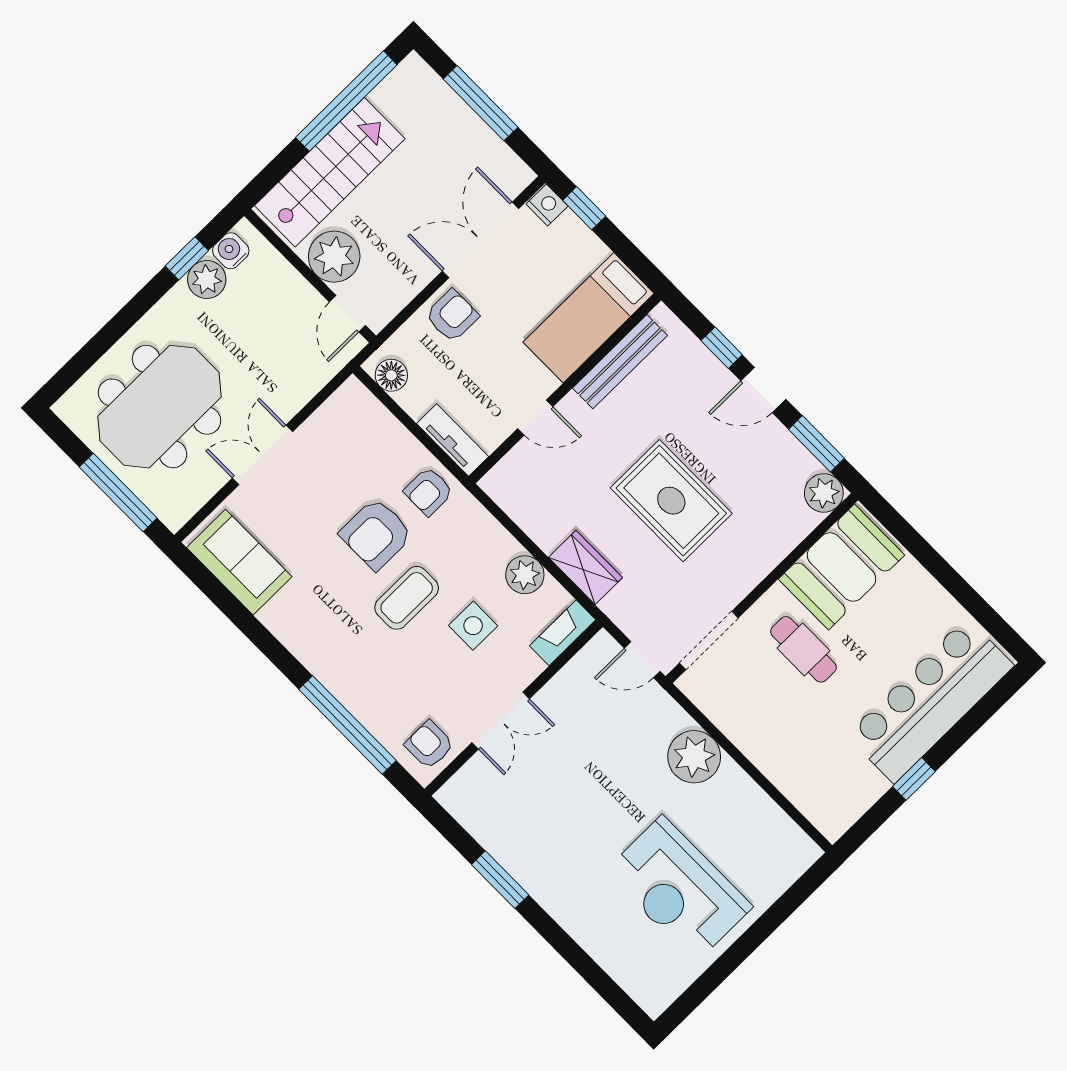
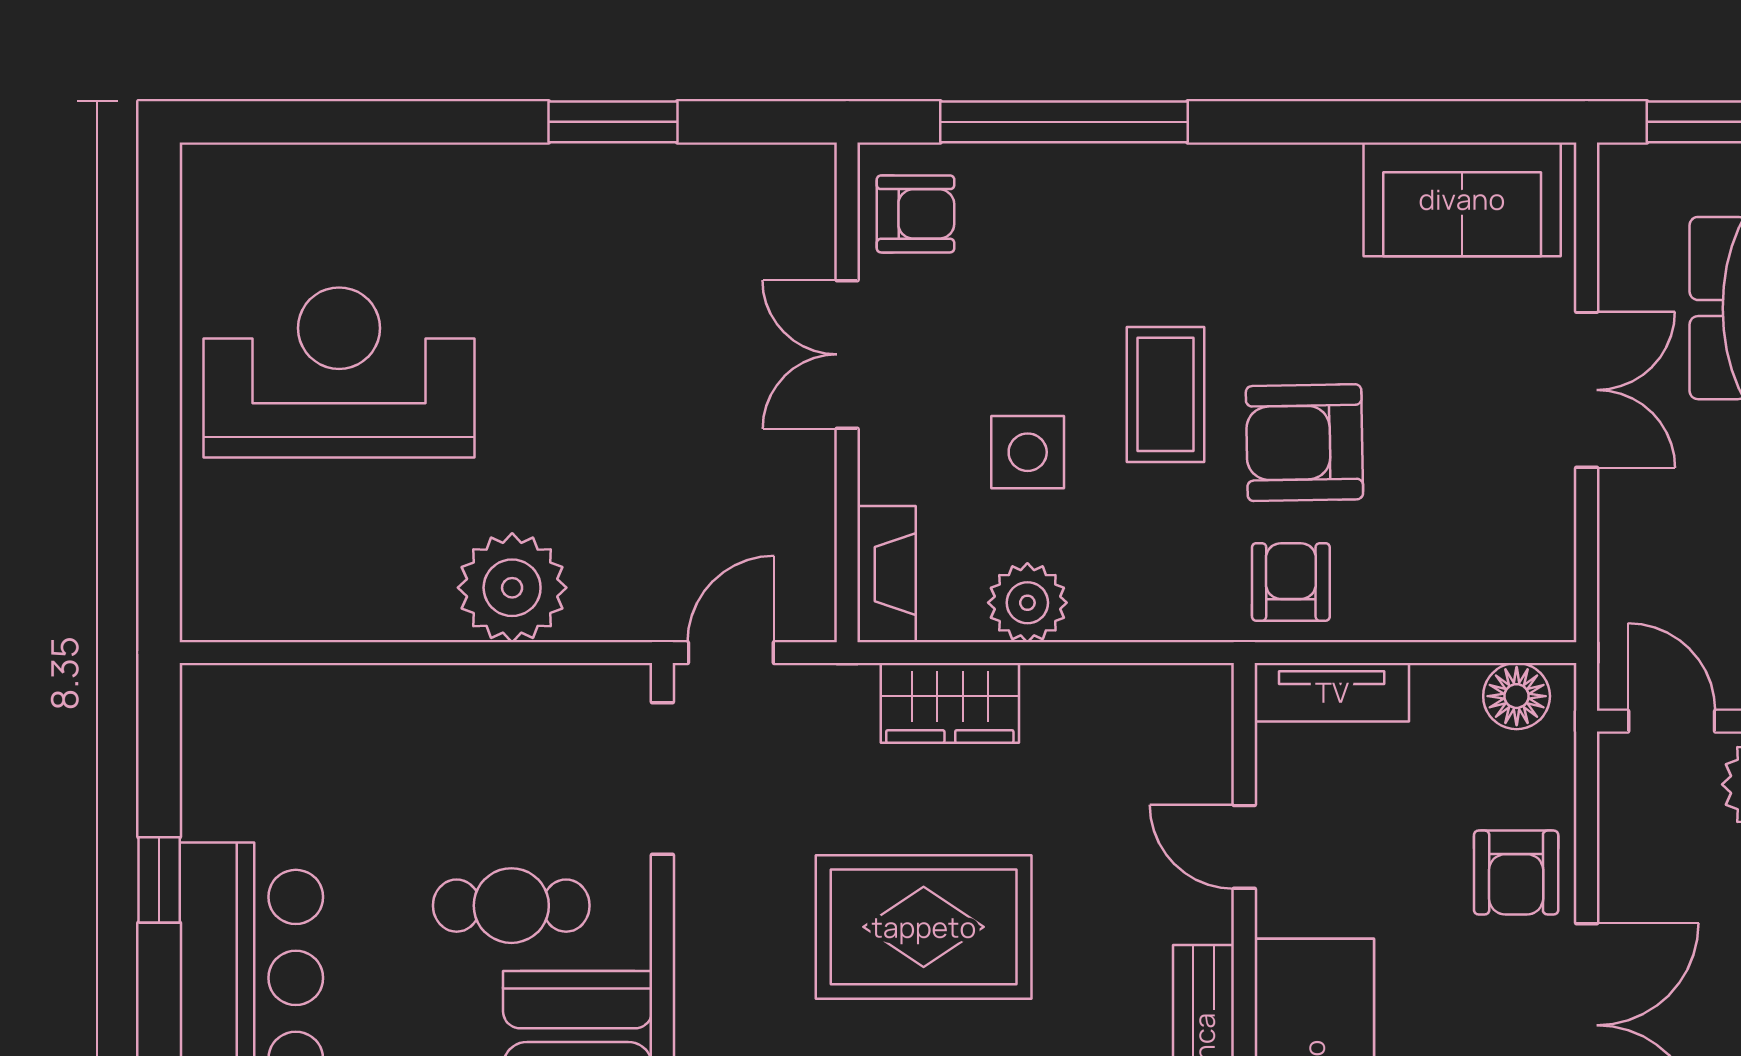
door: (535, 418) -> (1244, 847), hinge flipped
armchair: (376, 534) -> (1304, 443), turned -91

